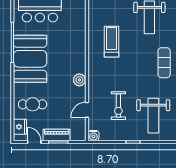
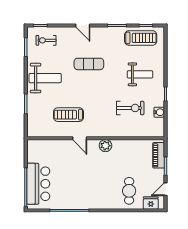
booth: (30, 59) -> (85, 193), removed
door: (87, 110) -> (80, 138), moved
weight bench: (153, 116) -> (140, 74), width x0.73, depth x0.75
piano: (57, 135) -> (159, 155), moved
water cooler: (93, 136) -> (159, 112), moved

